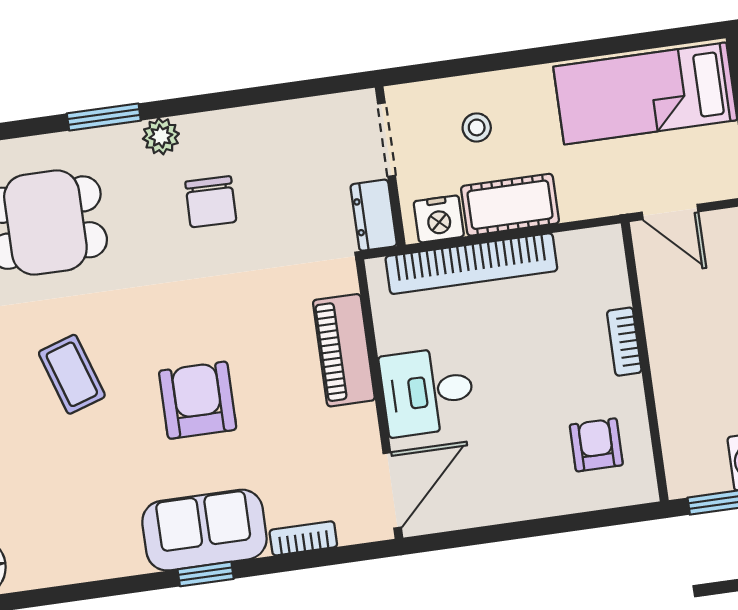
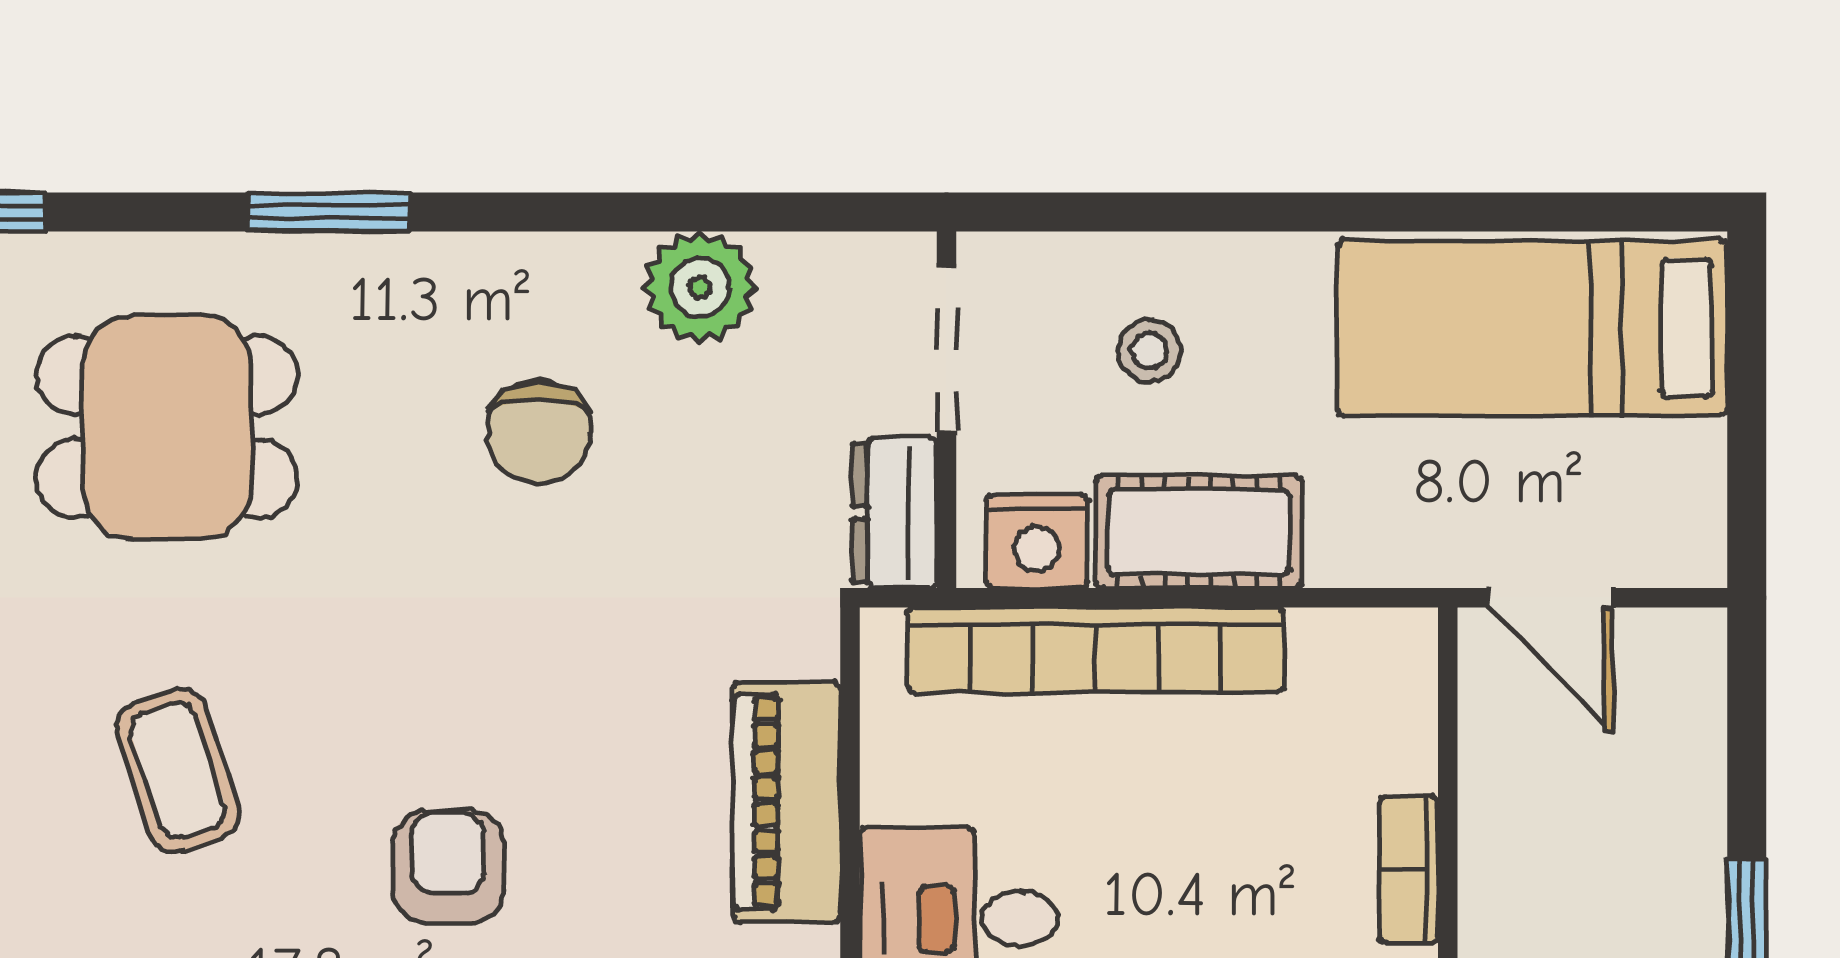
plant: (161, 136) -> (700, 288), moved, width x1.38, depth x1.38
armchair: (198, 400) -> (448, 867), width x0.72, depth x0.72

